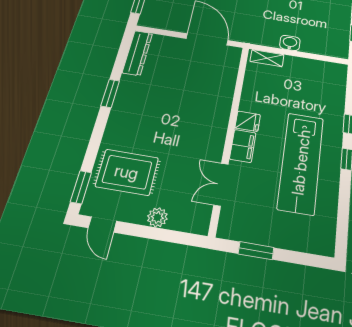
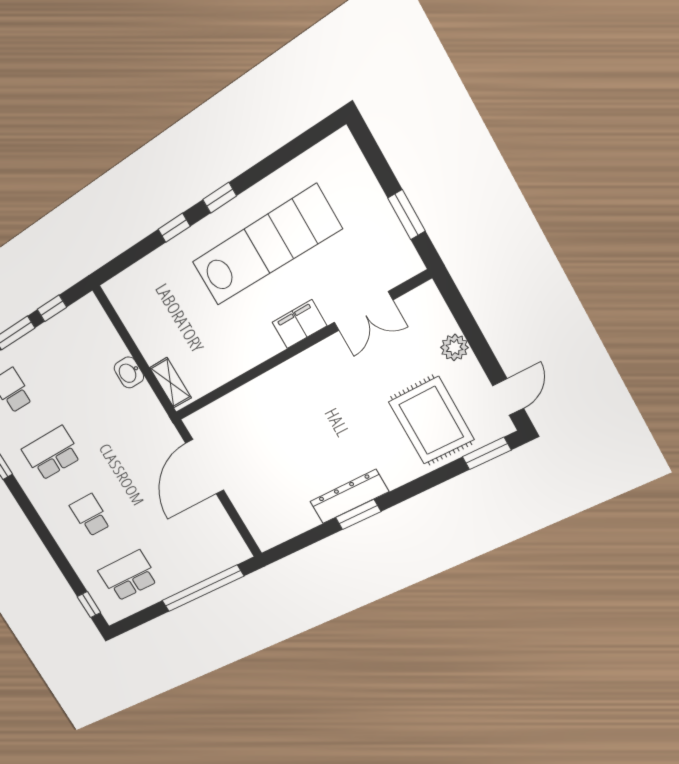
dresser: (137, 53) -> (349, 497), moved
fridge: (248, 121) -> (266, 342), removed

